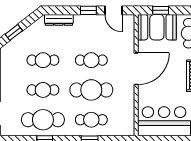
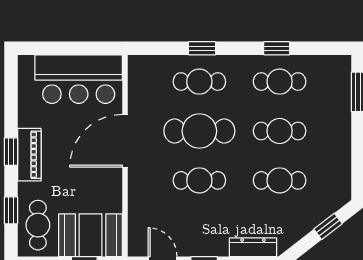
door: (136, 69) -> (125, 141), moved
cafe table: (43, 120) -> (280, 82), width x0.73, depth x0.74

